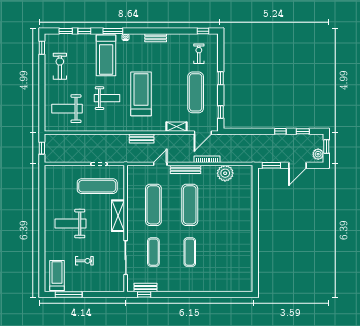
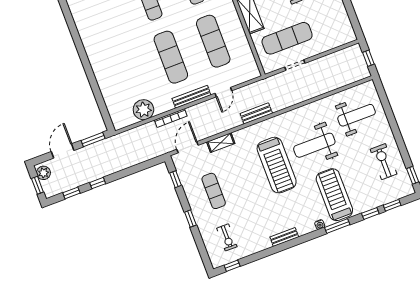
exercise bike: (60, 66) -> (383, 162), turned 180
exercise mat: (196, 92) -> (214, 191), width x0.73, depth x0.69
weight bench: (107, 98) -> (314, 145), width x1.36, depth x1.33

